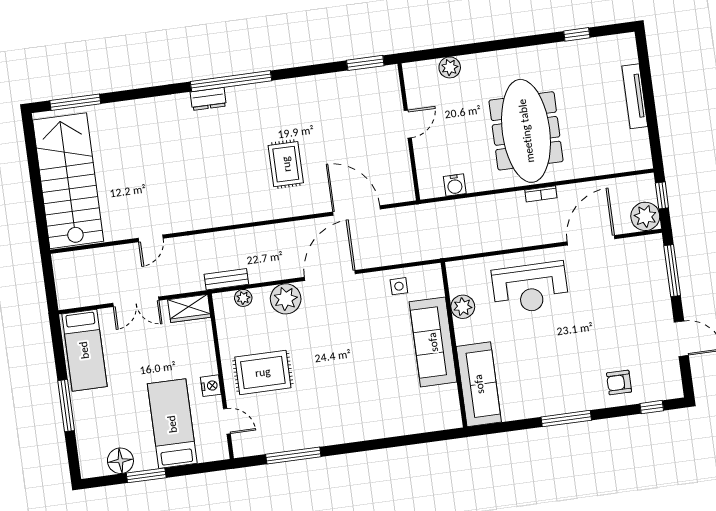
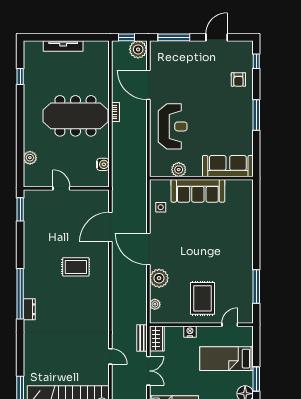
bench: (226, 279) -> (142, 338), moved
nightstand: (211, 386) -> (190, 332), moved

